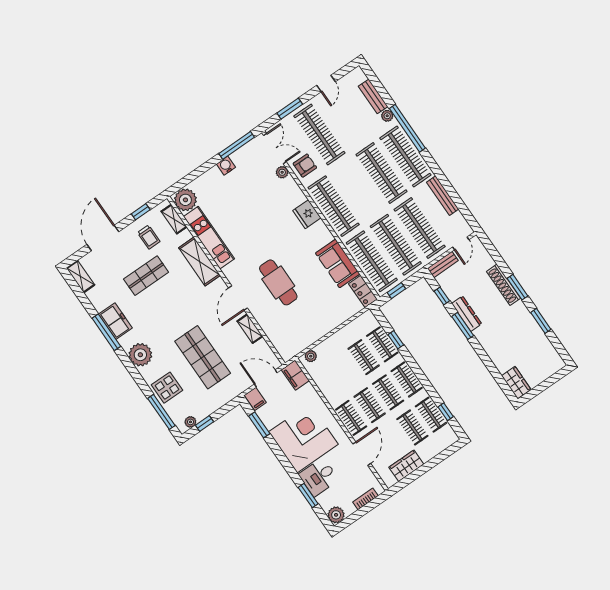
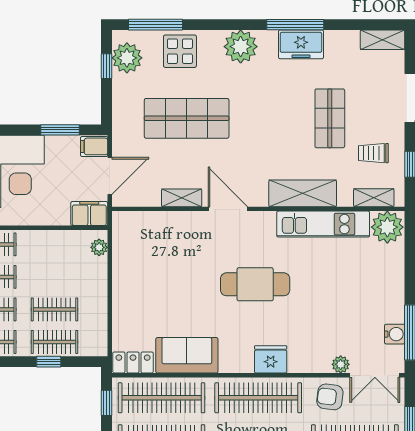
water cooler: (226, 166) -> (395, 334), moved
armchair: (305, 166) -> (330, 397), turned 97
cafe table: (278, 282) -> (255, 284), moved
plant: (190, 422) -> (127, 58), width x1.87, depth x1.87

